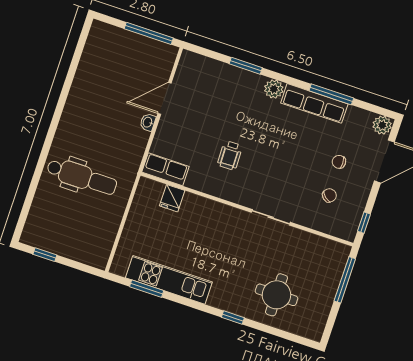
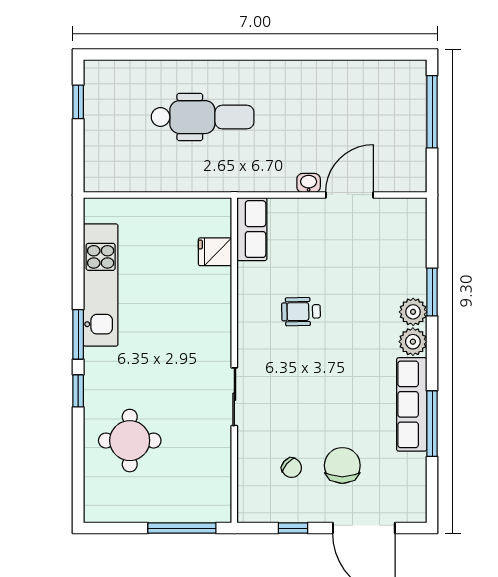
window: (149, 33) -> (432, 112), moved
door: (165, 98) -> (349, 195), hinge flipped
plant: (382, 125) -> (413, 312), moved
chair: (339, 162) -> (342, 465), width x1.87, depth x1.87
dental chair: (82, 177) -> (203, 117), turned -90
window: (364, 223) -> (293, 528), moved
window: (147, 289) -> (78, 334), moved

